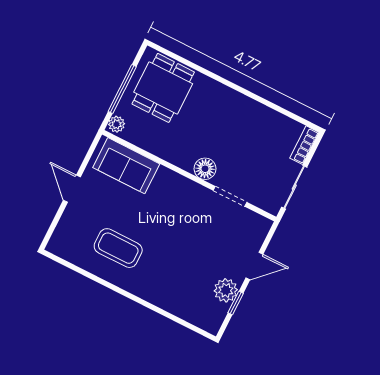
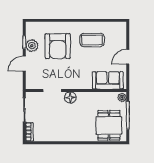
door: (72, 189) -> (128, 57), swing flipped
armchair: (182, 267) -> (58, 46), added

